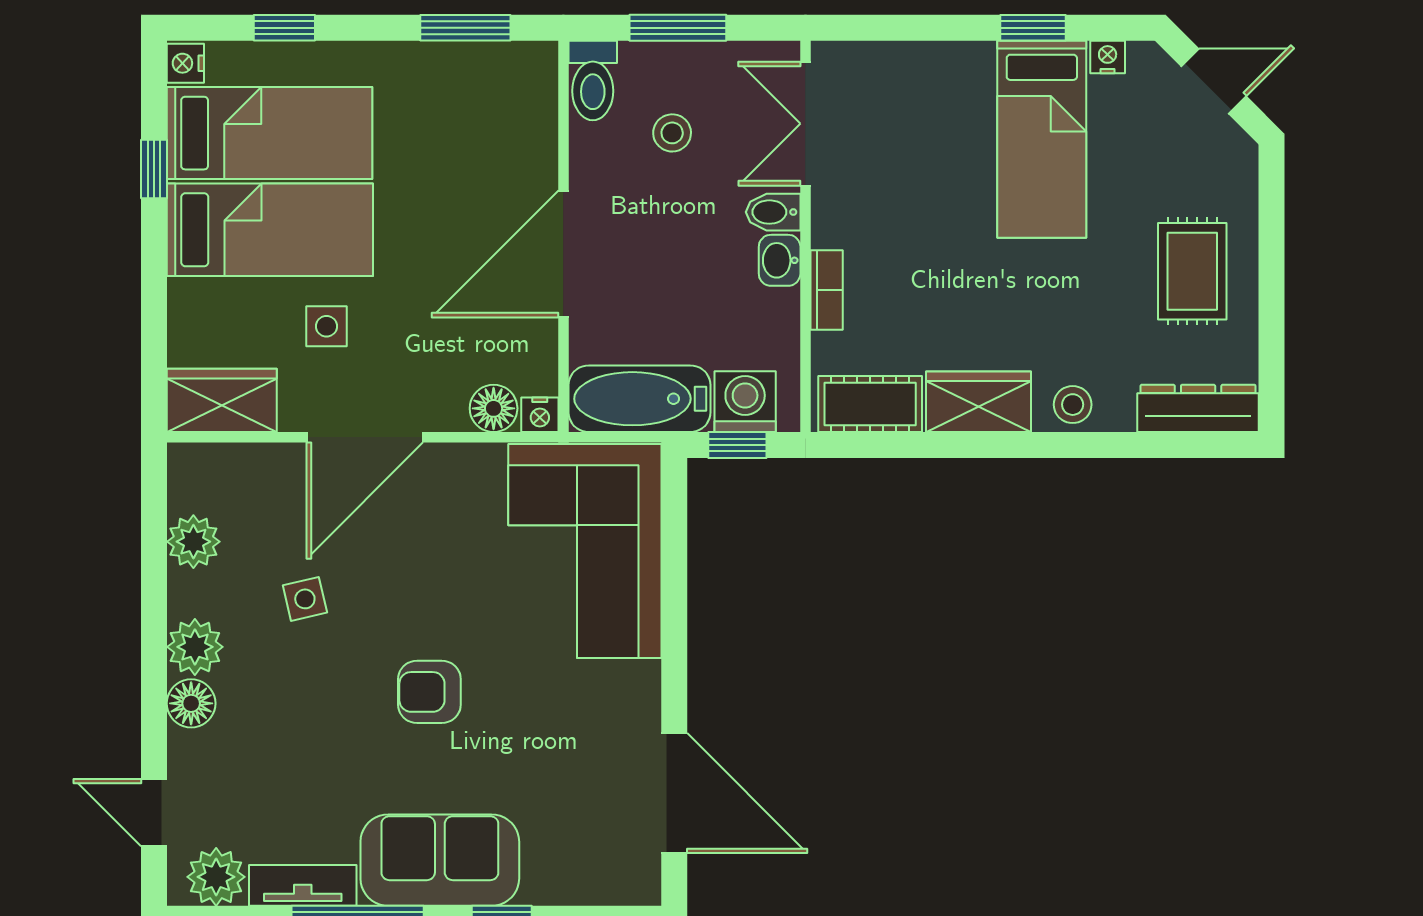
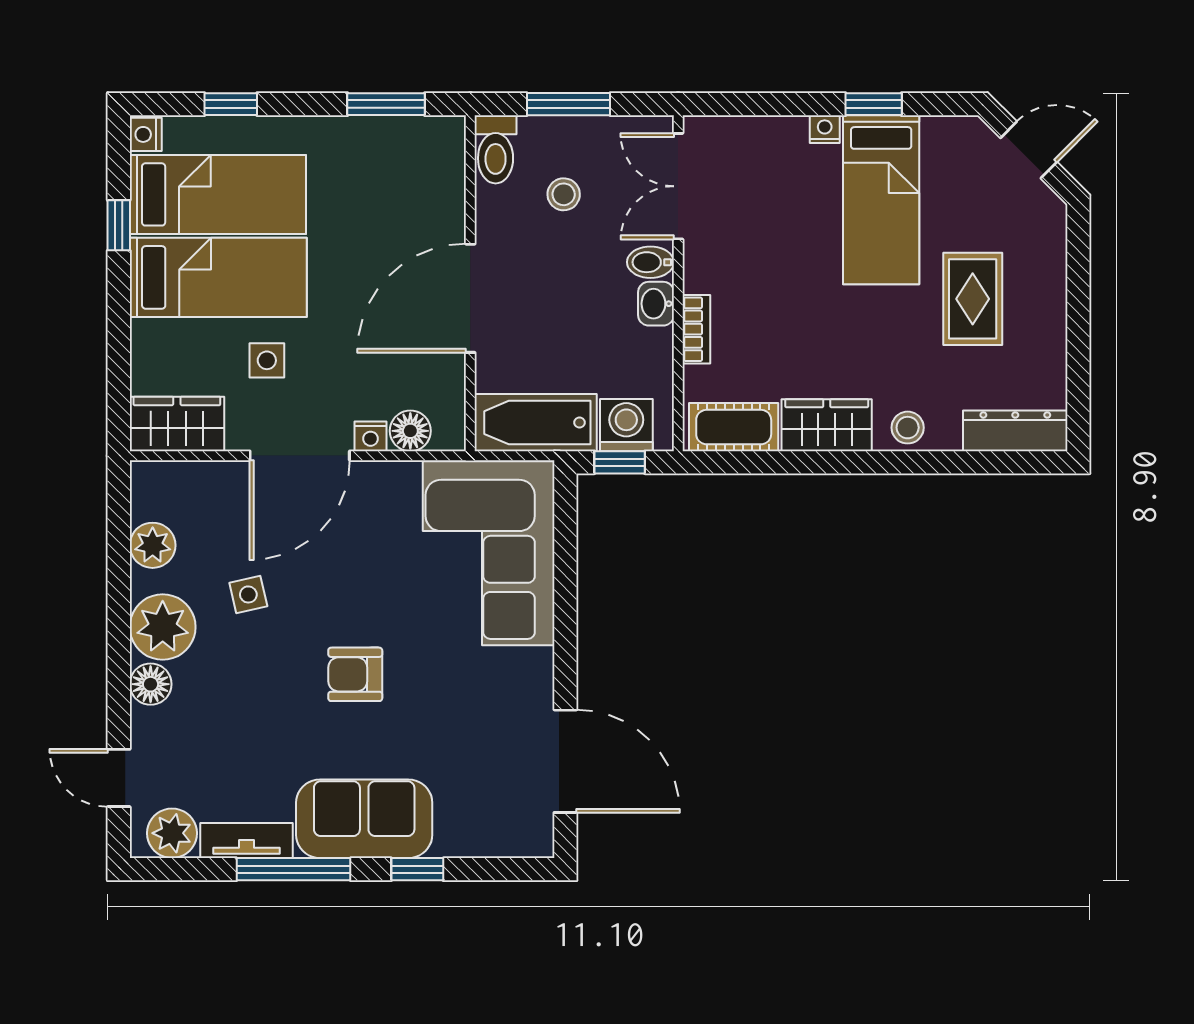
nightstand: (1108, 57) -> (825, 129), moved
rug: (1192, 271) -> (973, 299), moved
nightstand: (540, 415) -> (371, 436), moved
plant: (195, 647) -> (163, 627), width x1.36, depth x1.36

